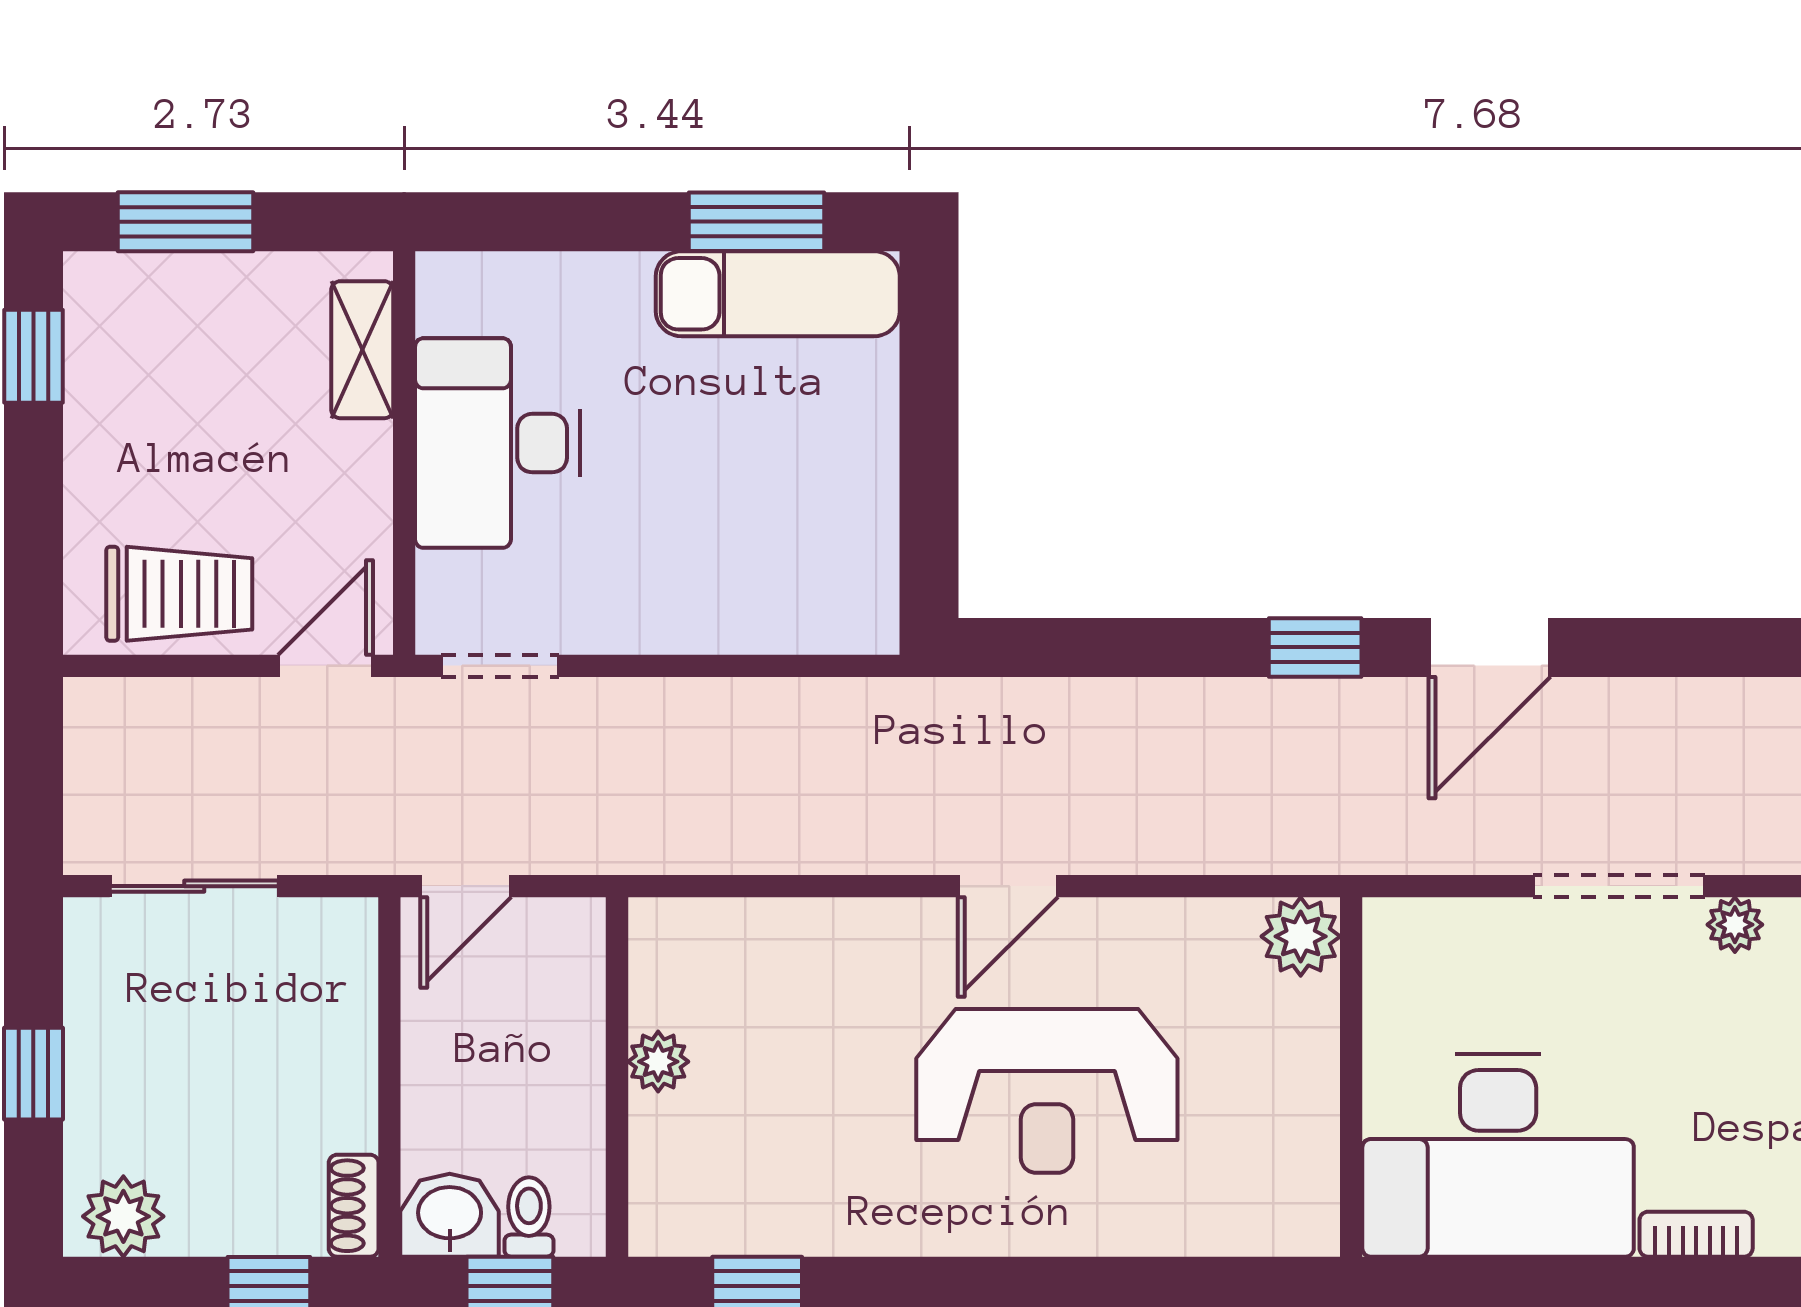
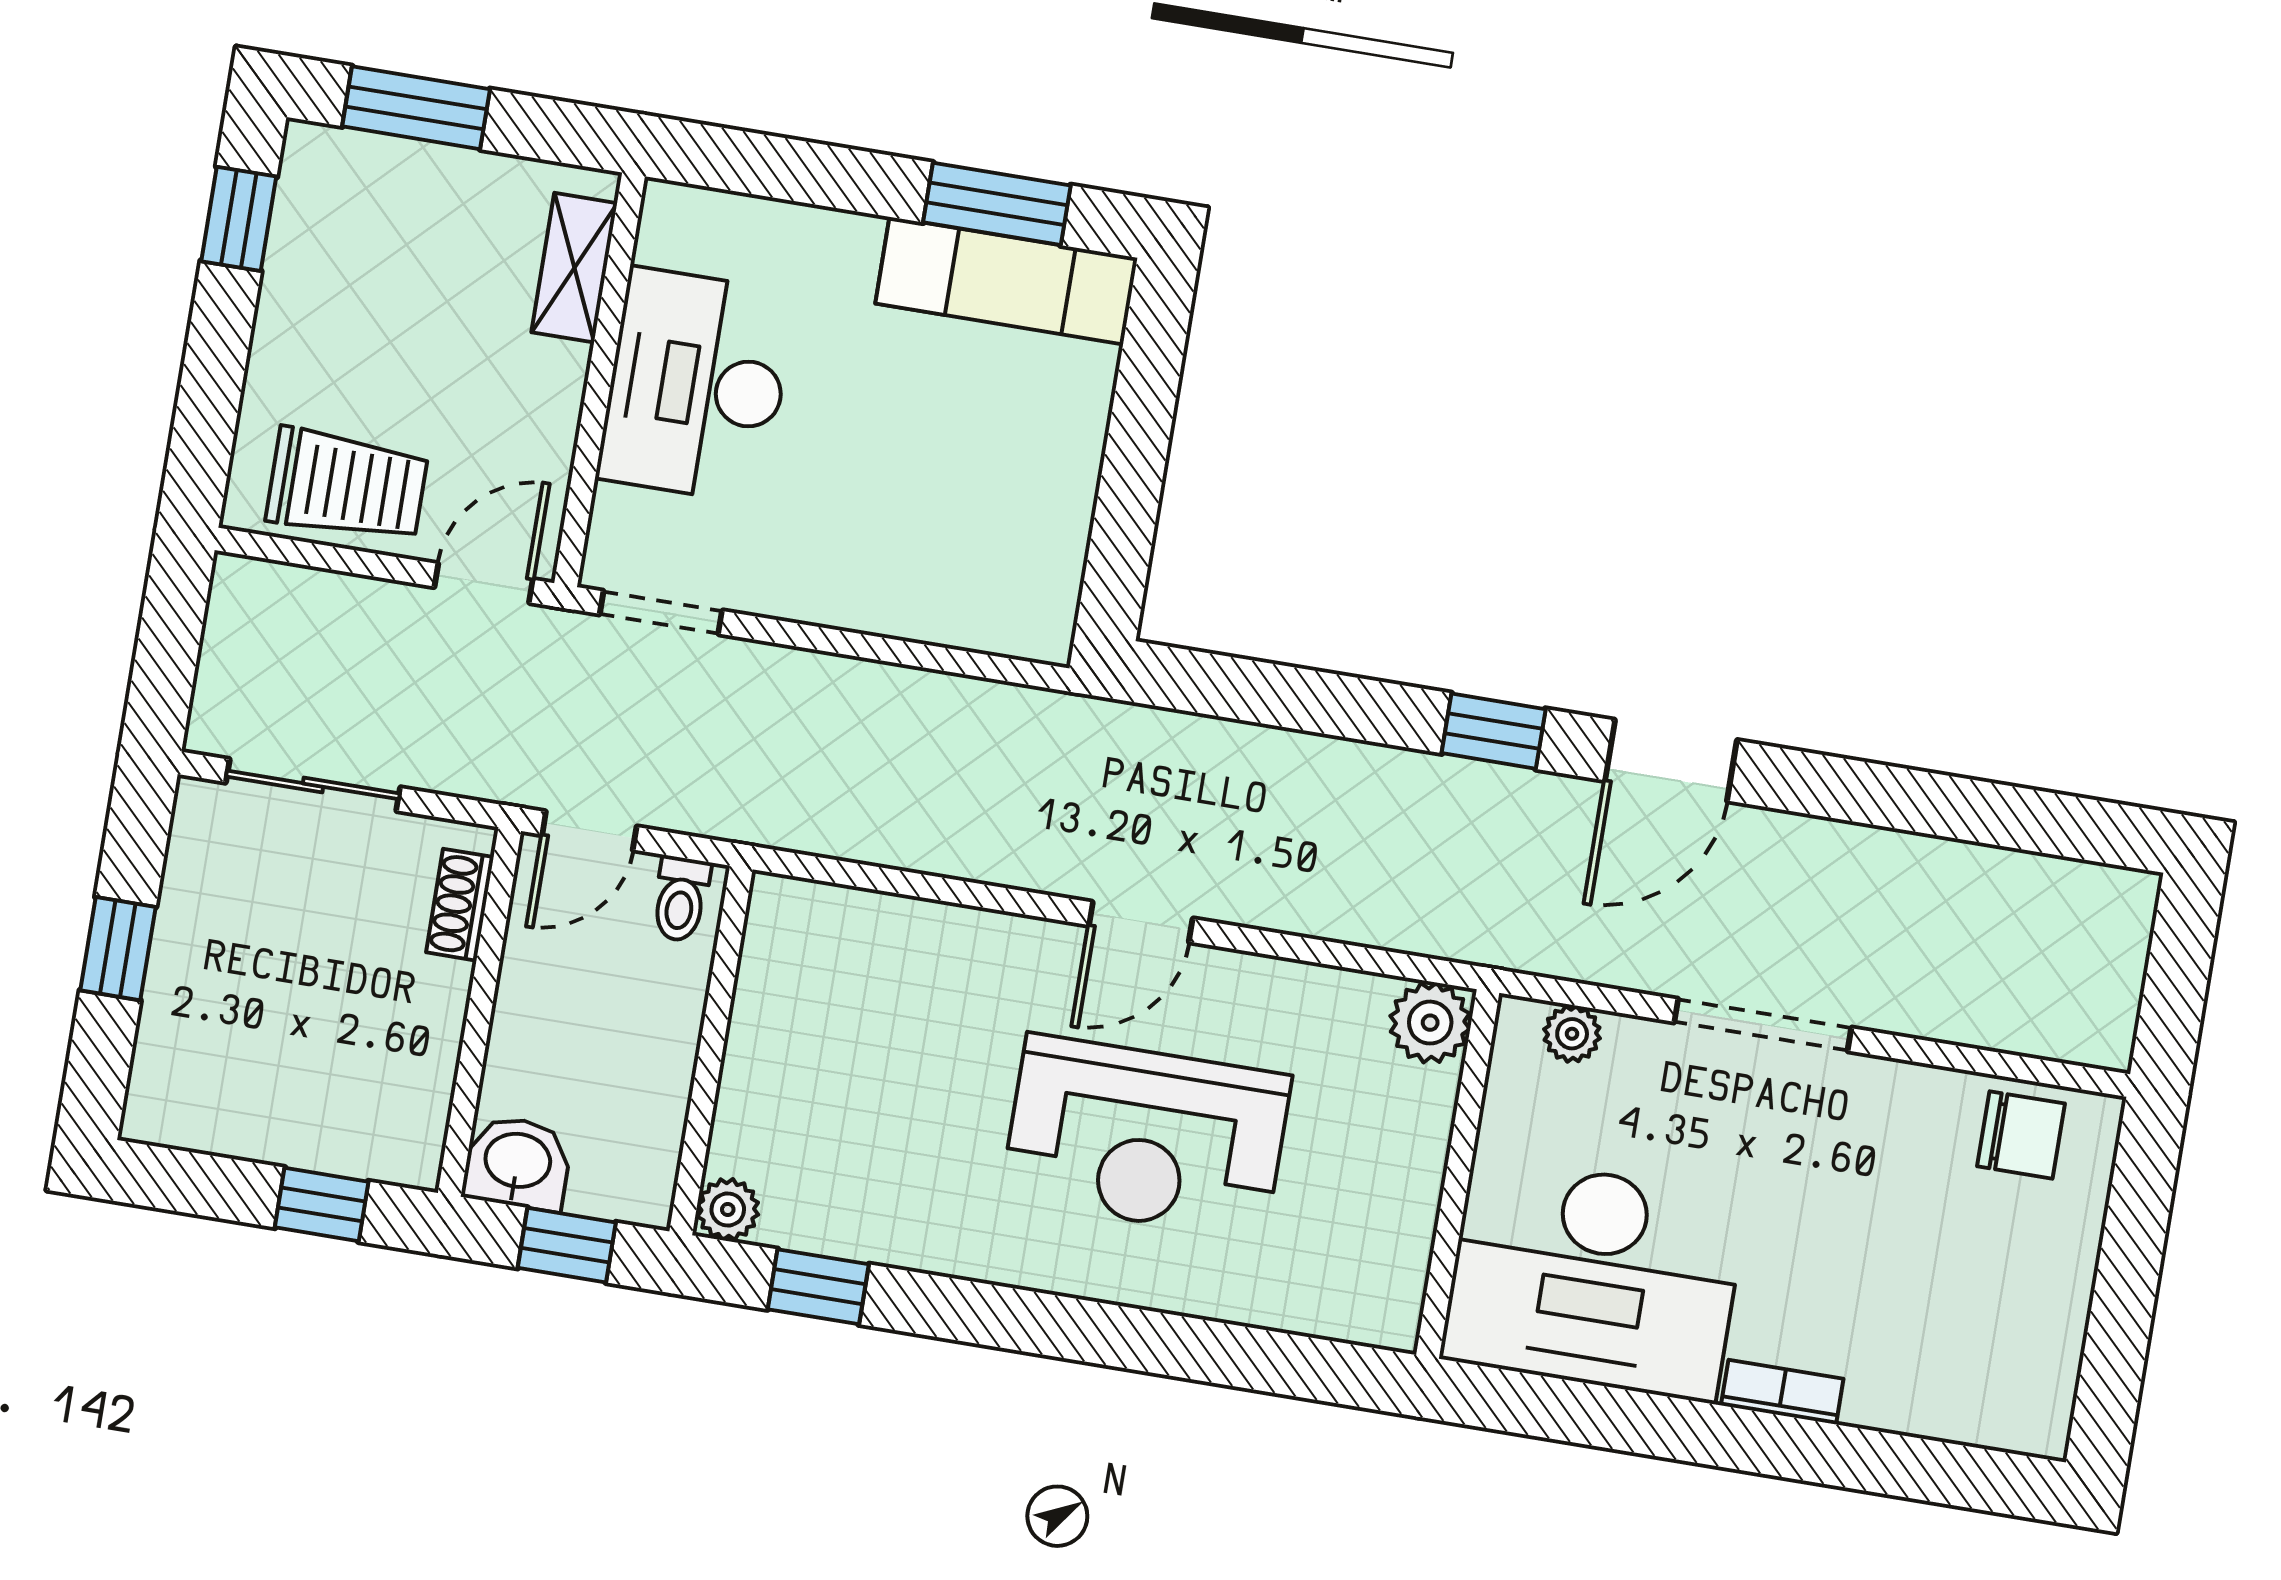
plant: (1735, 925) -> (1572, 1034), moved
plant: (658, 1062) -> (728, 1210), moved
shoe rack: (354, 1206) -> (460, 905), moved
plant: (123, 1216) -> (185, 1109), removed
toilet: (529, 1217) -> (681, 899), moved, turned 180

